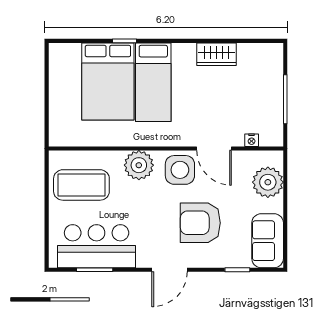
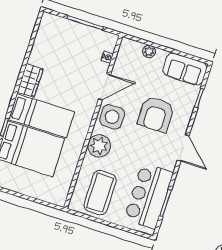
wardrobe: (216, 54) -> (30, 80), moved
plant: (268, 182) -> (149, 52), width x0.53, depth x0.53

